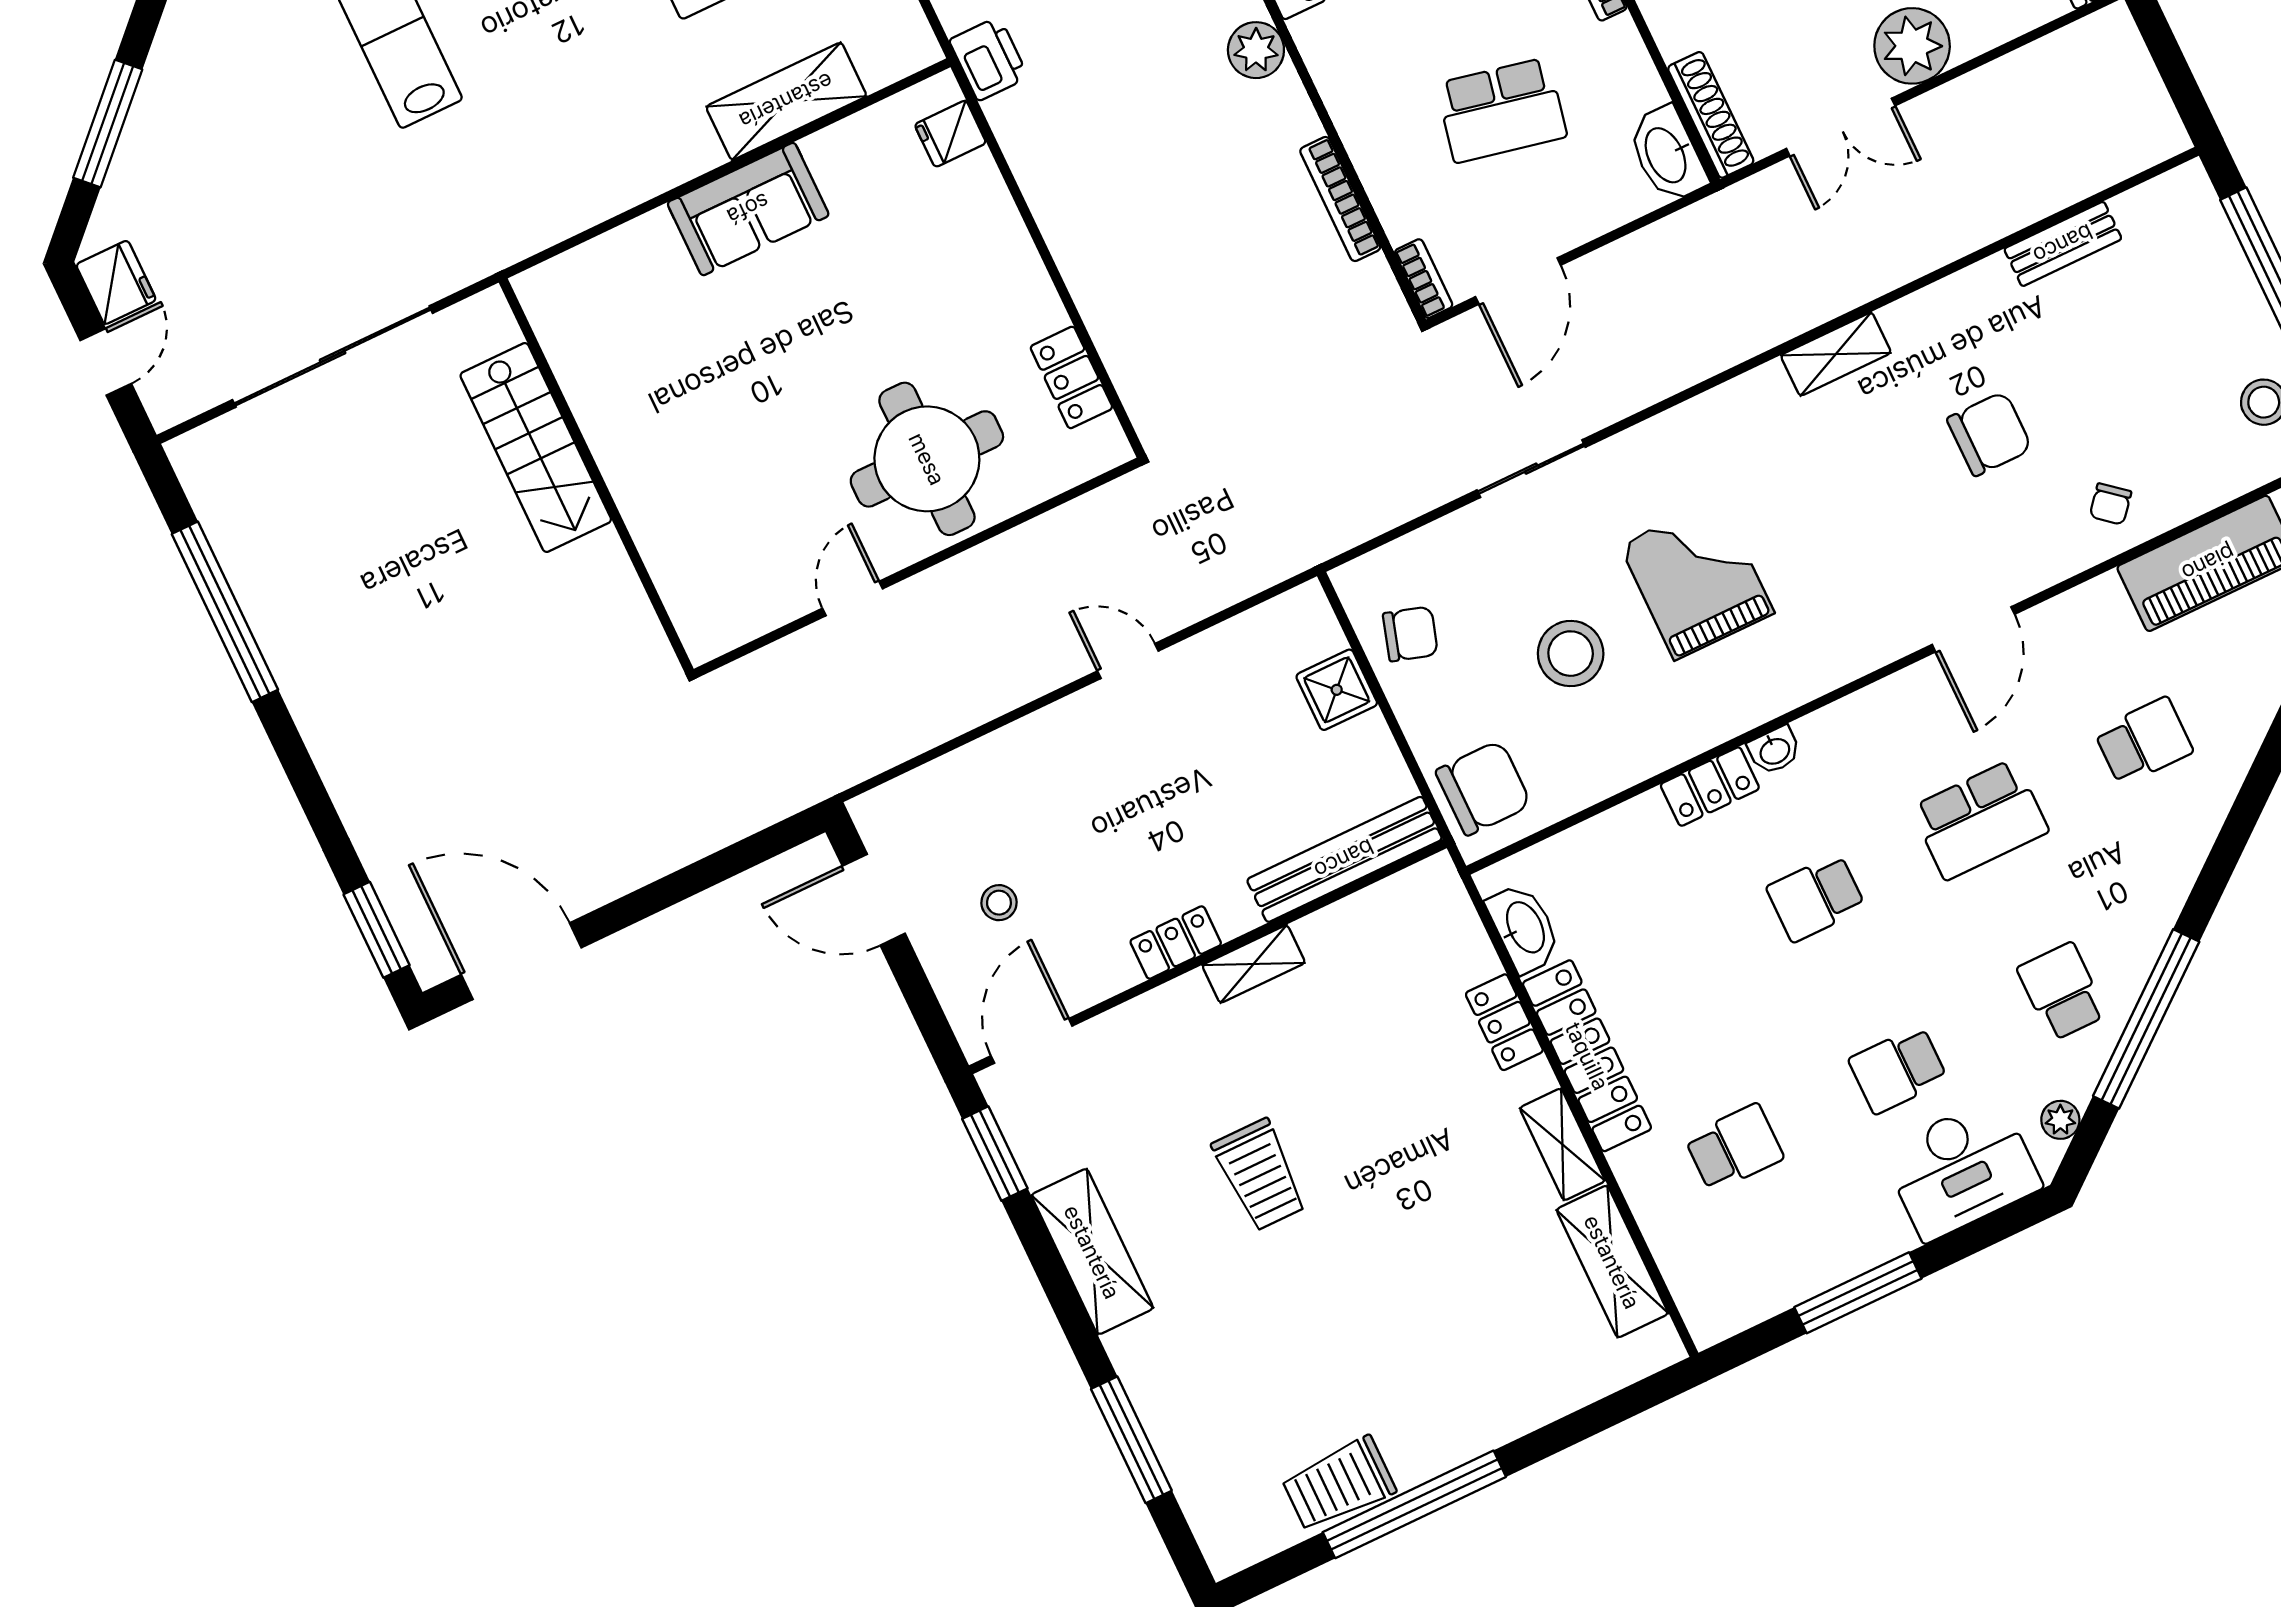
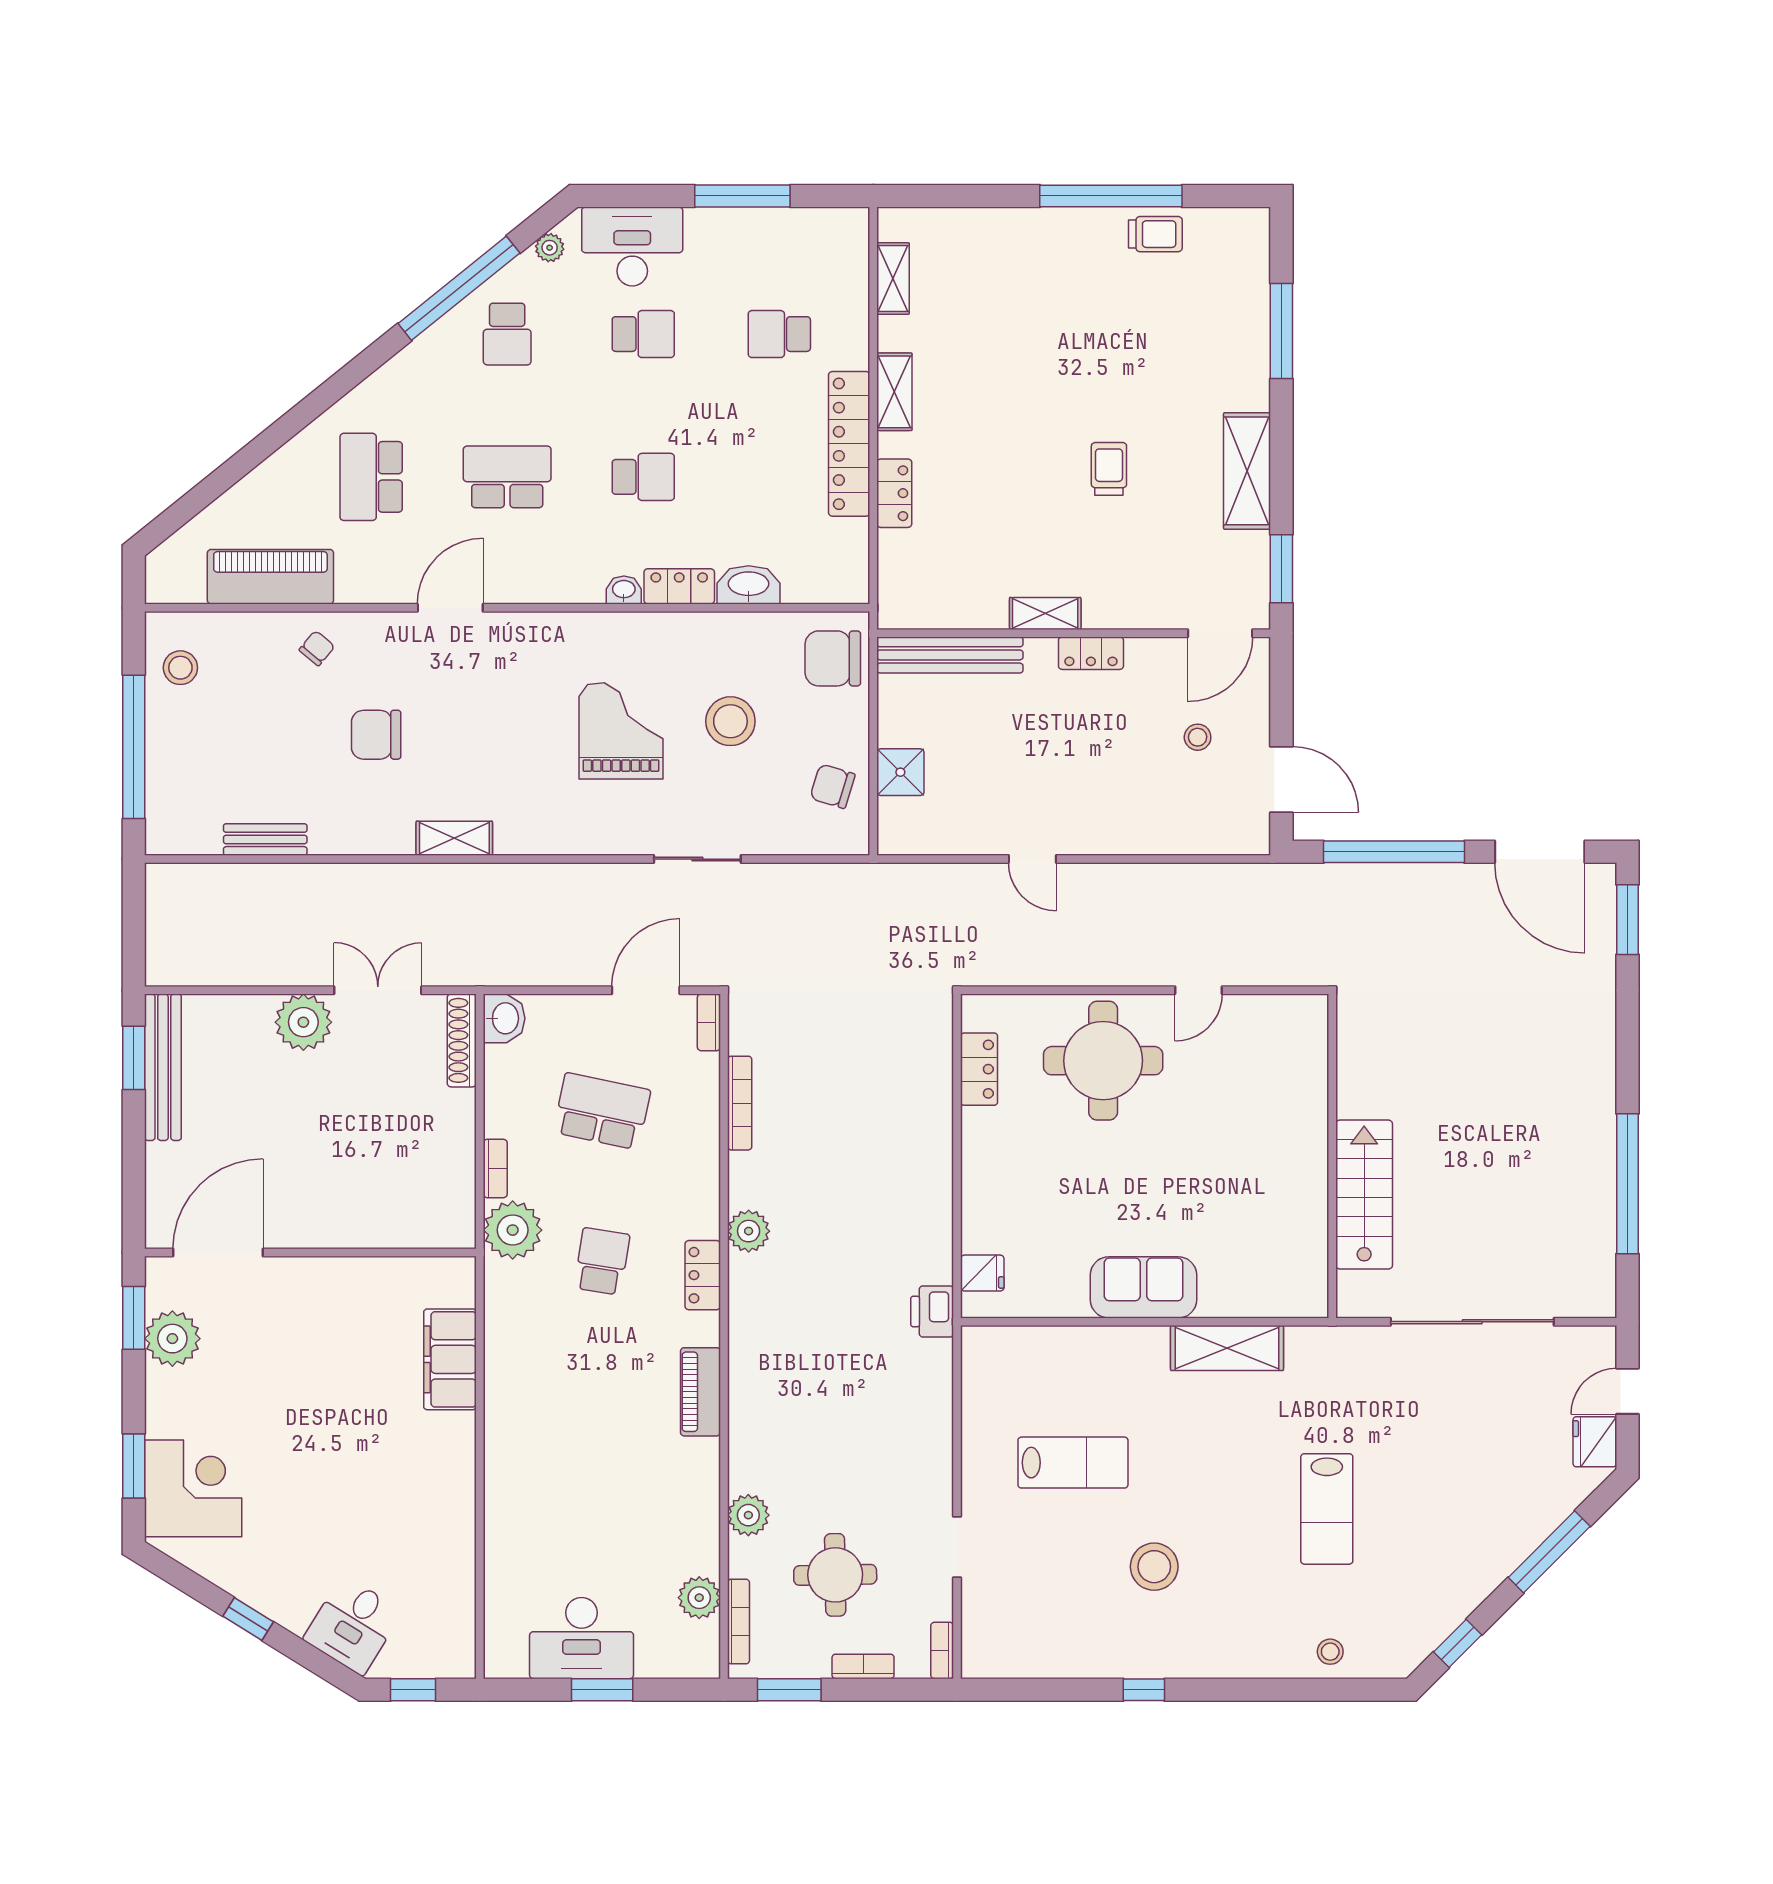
shelving: (786, 101) -> (1227, 1348), moved
washbasin: (1667, 155) -> (504, 1018), width x0.72
grand piano: (1697, 579) -> (621, 731), turned 180
school desk: (2144, 741) -> (371, 477), width x1.85
window: (697, 877) -> (1394, 852), added
washbasin: (1524, 928) -> (749, 585), moved, turned 90
trolley: (1260, 1175) -> (1109, 469), width x0.73, depth x0.72
shelving: (1612, 1262) -> (893, 279), width x0.67, depth x0.75
trolley: (1339, 1484) -> (1155, 234), width x0.73, depth x0.72

